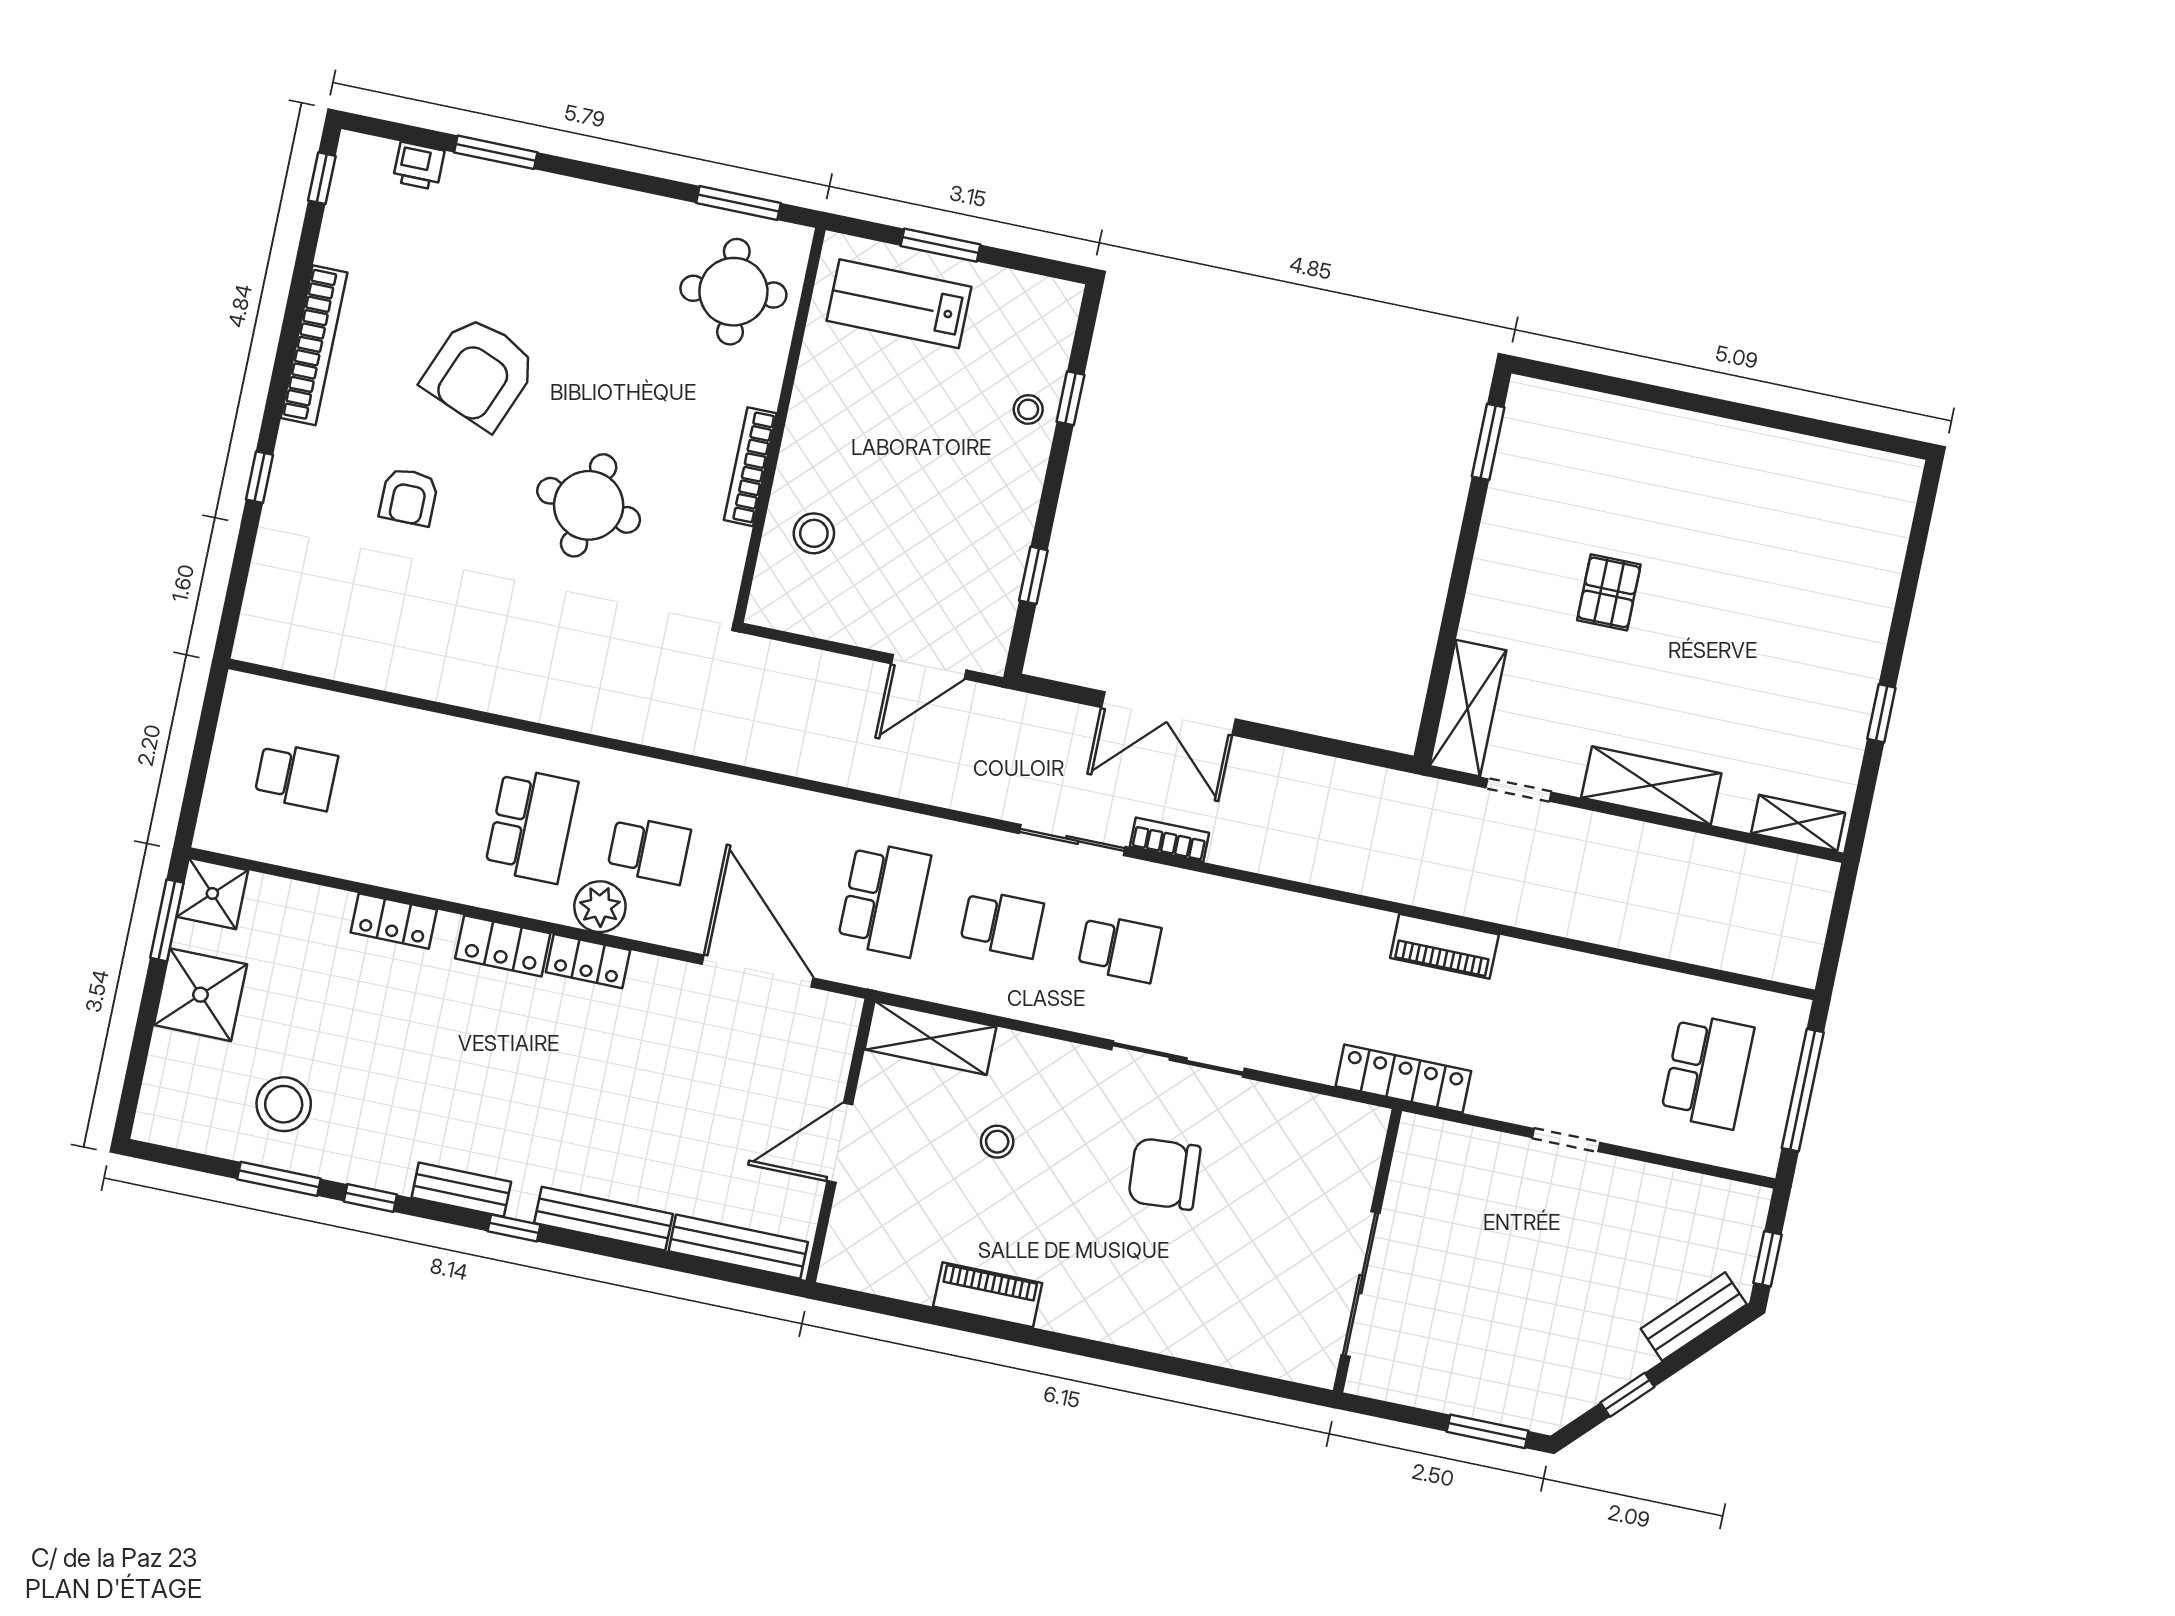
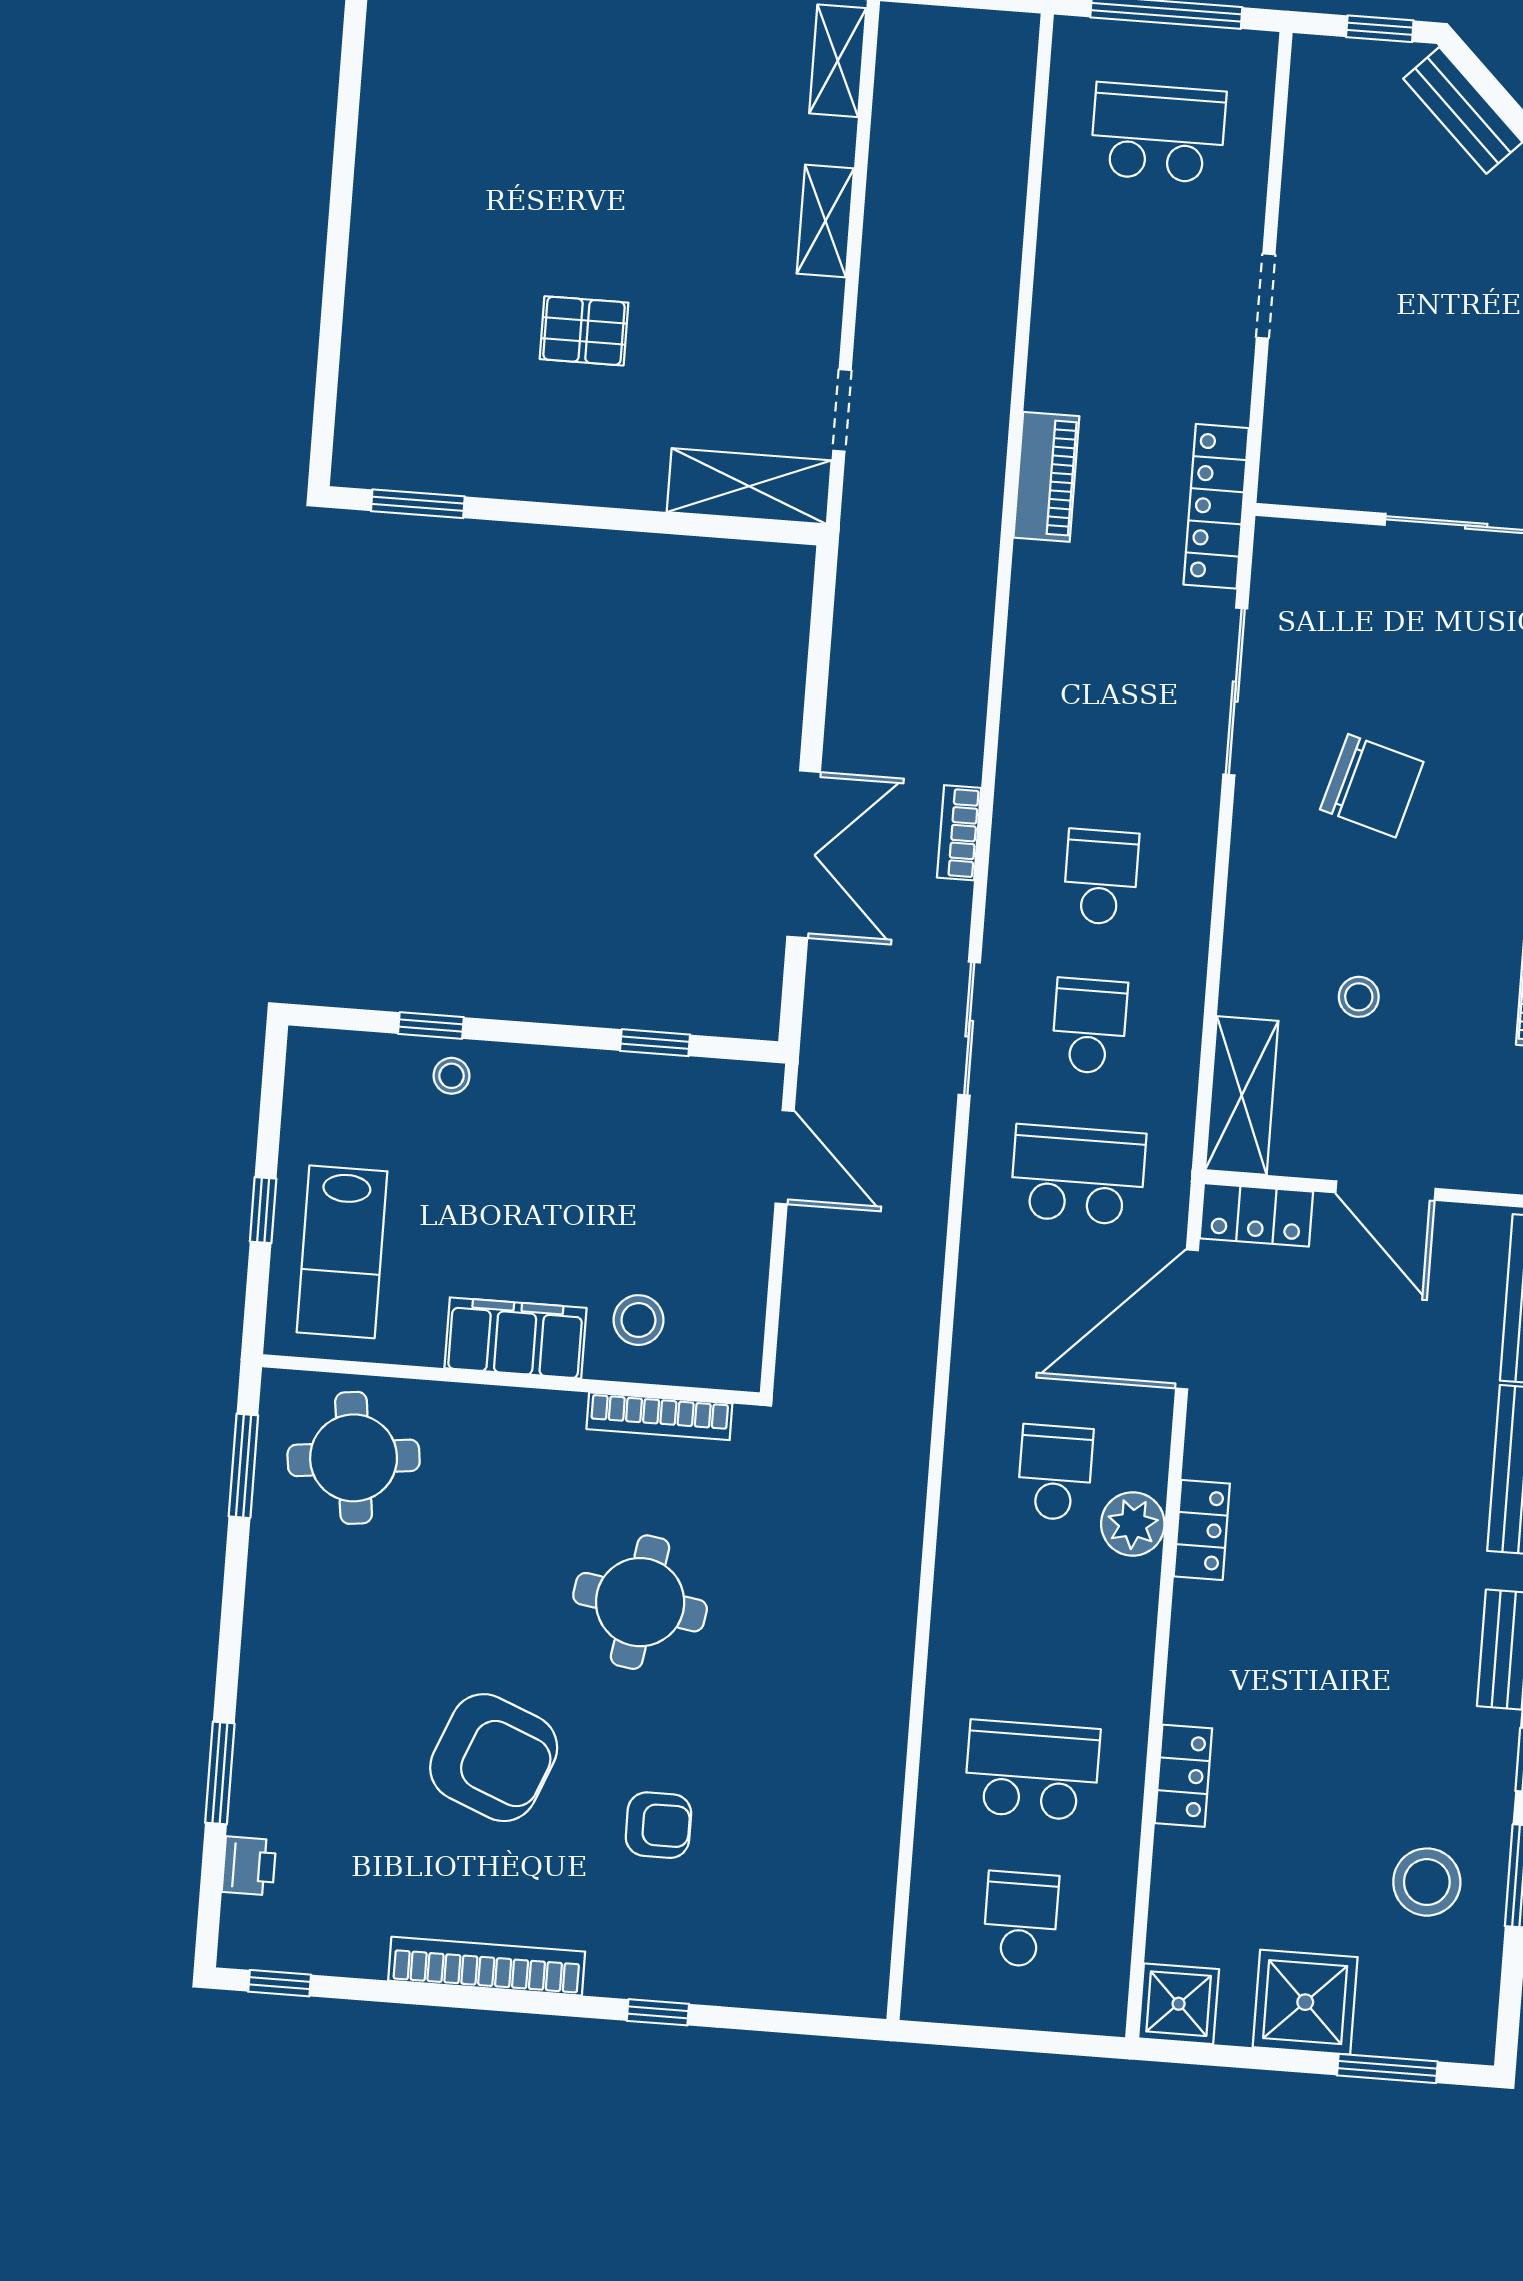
window: (940, 245) -> (263, 1210), width x0.67
filing cabinet: (812, 433) -> (515, 1338), added
bookcase: (750, 467) -> (659, 1416), moved
shelving: (1651, 785) -> (825, 221), width x0.67, depth x0.75
school desk: (531, 825) -> (1032, 1770), moved
sliding door: (1072, 840) -> (969, 1029), moved
window: (167, 920) -> (1387, 2068), moved
locker: (503, 946) -> (1256, 1215), moved, turned 90
sliding door: (1178, 1059) -> (1235, 692), moved
chair: (1164, 1174) -> (1372, 786), turned -70

